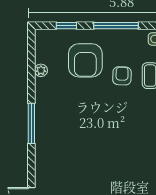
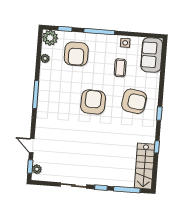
plant: (46, 40) -> (50, 38), added
armchair: (122, 76) -> (93, 102), moved, width x1.88, depth x1.88

